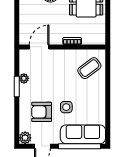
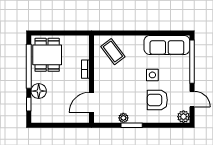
door: (39, 47) -> (91, 102), hinge flipped
armchair: (42, 112) -> (157, 100), turned 90
sofa: (83, 134) -> (167, 45), moved, turned -90

